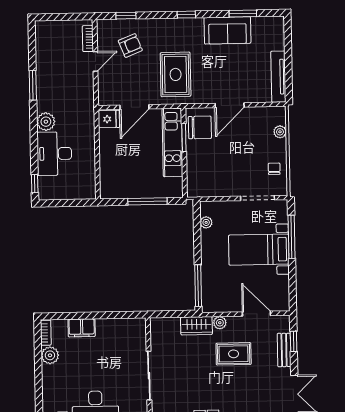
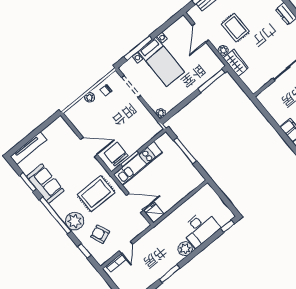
window: (186, 15) -> (55, 215), width x3.17
plant: (165, 30) -> (75, 221), added
door: (95, 61) -> (126, 248), swing flipped
tv unit: (278, 77) -> (28, 148), moved
plant: (280, 132) -> (90, 97), moved
plant: (206, 222) -> (161, 113), moved

